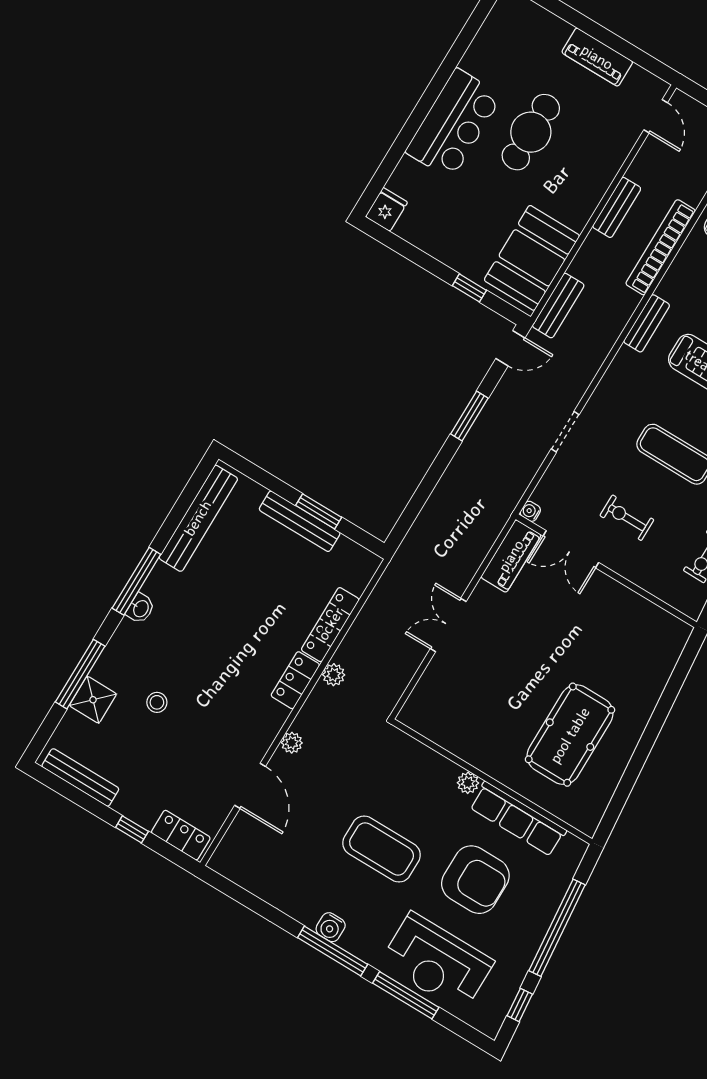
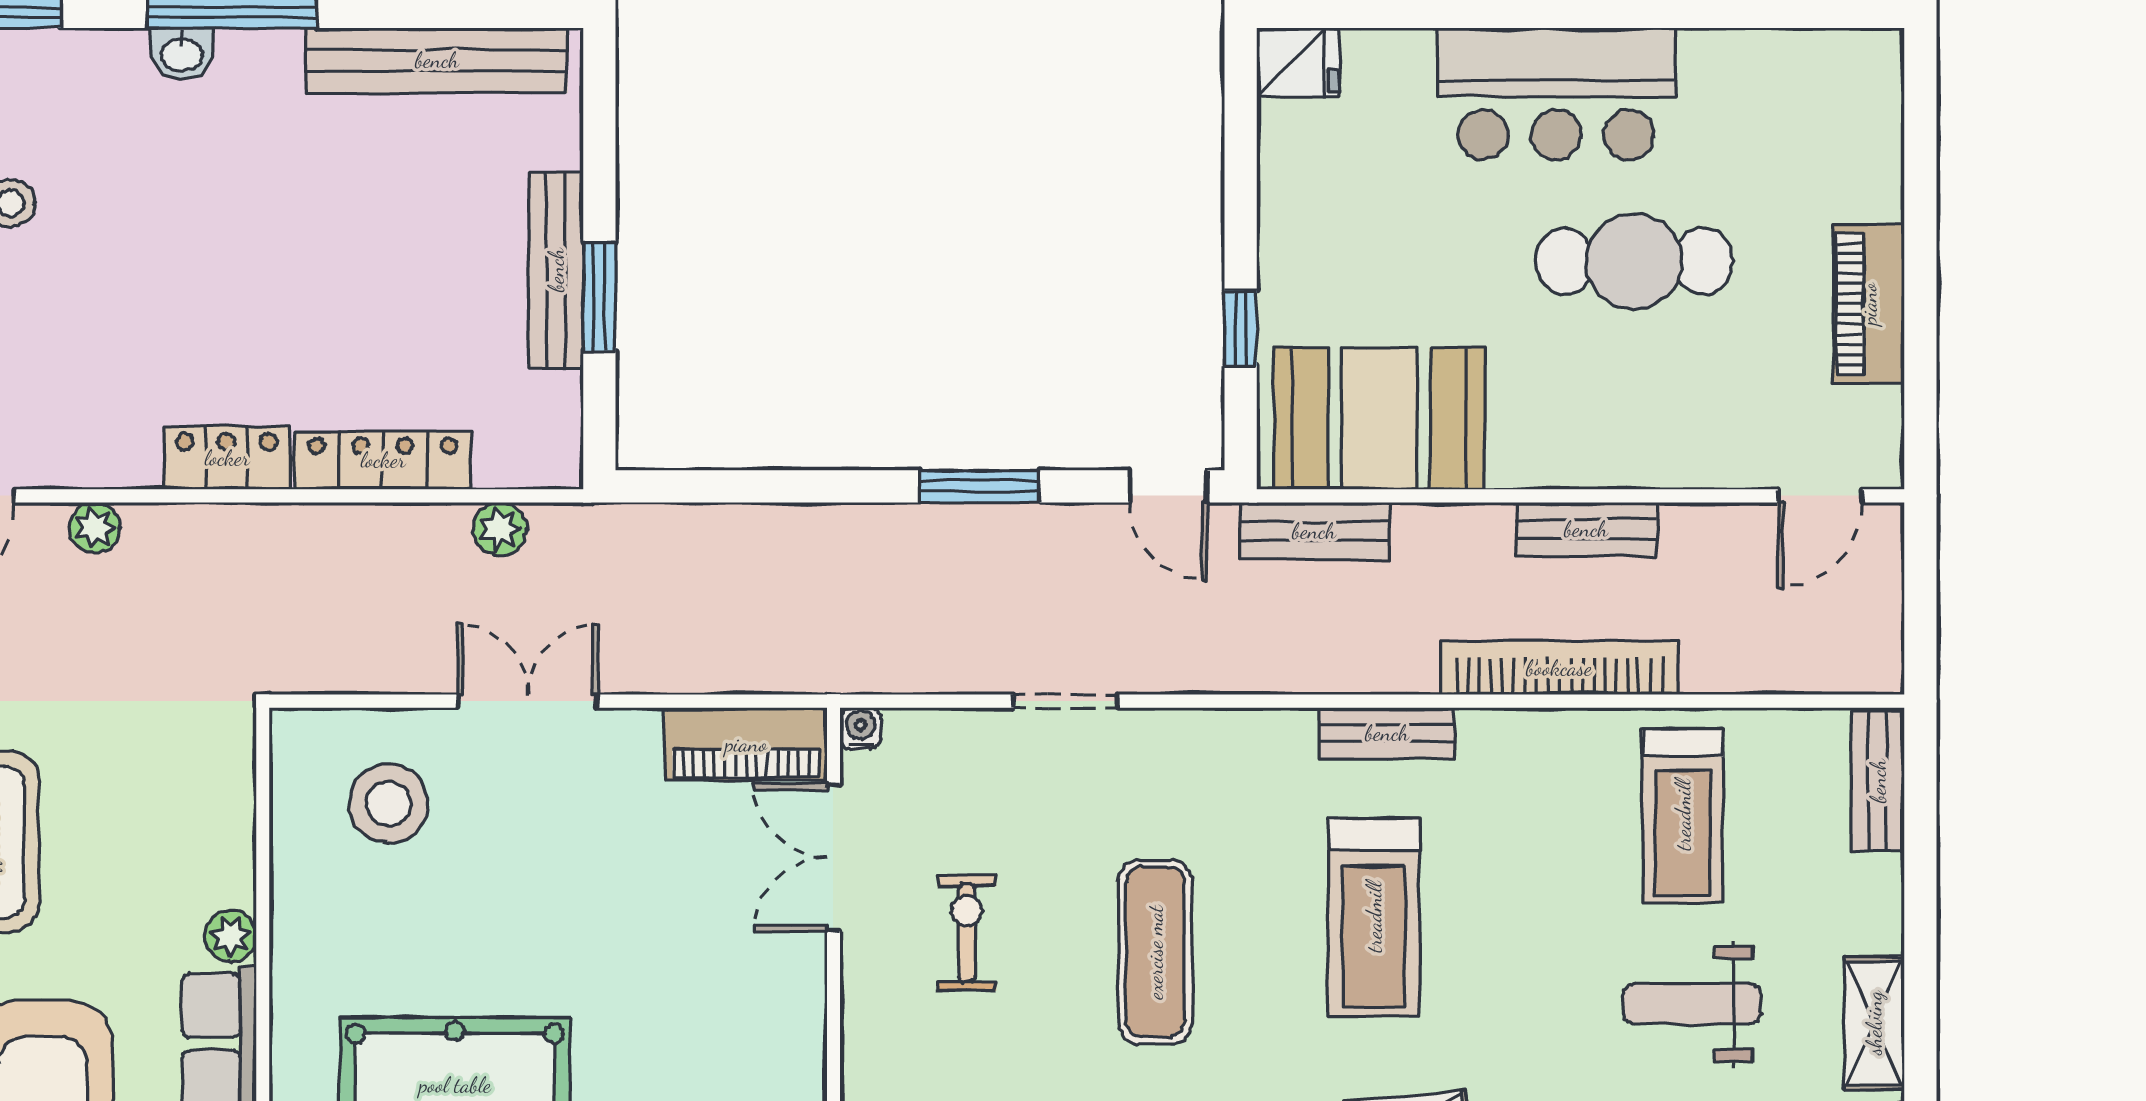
plant: (334, 675) -> (500, 529), moved
stool: (455, 697) -> (389, 804), added

